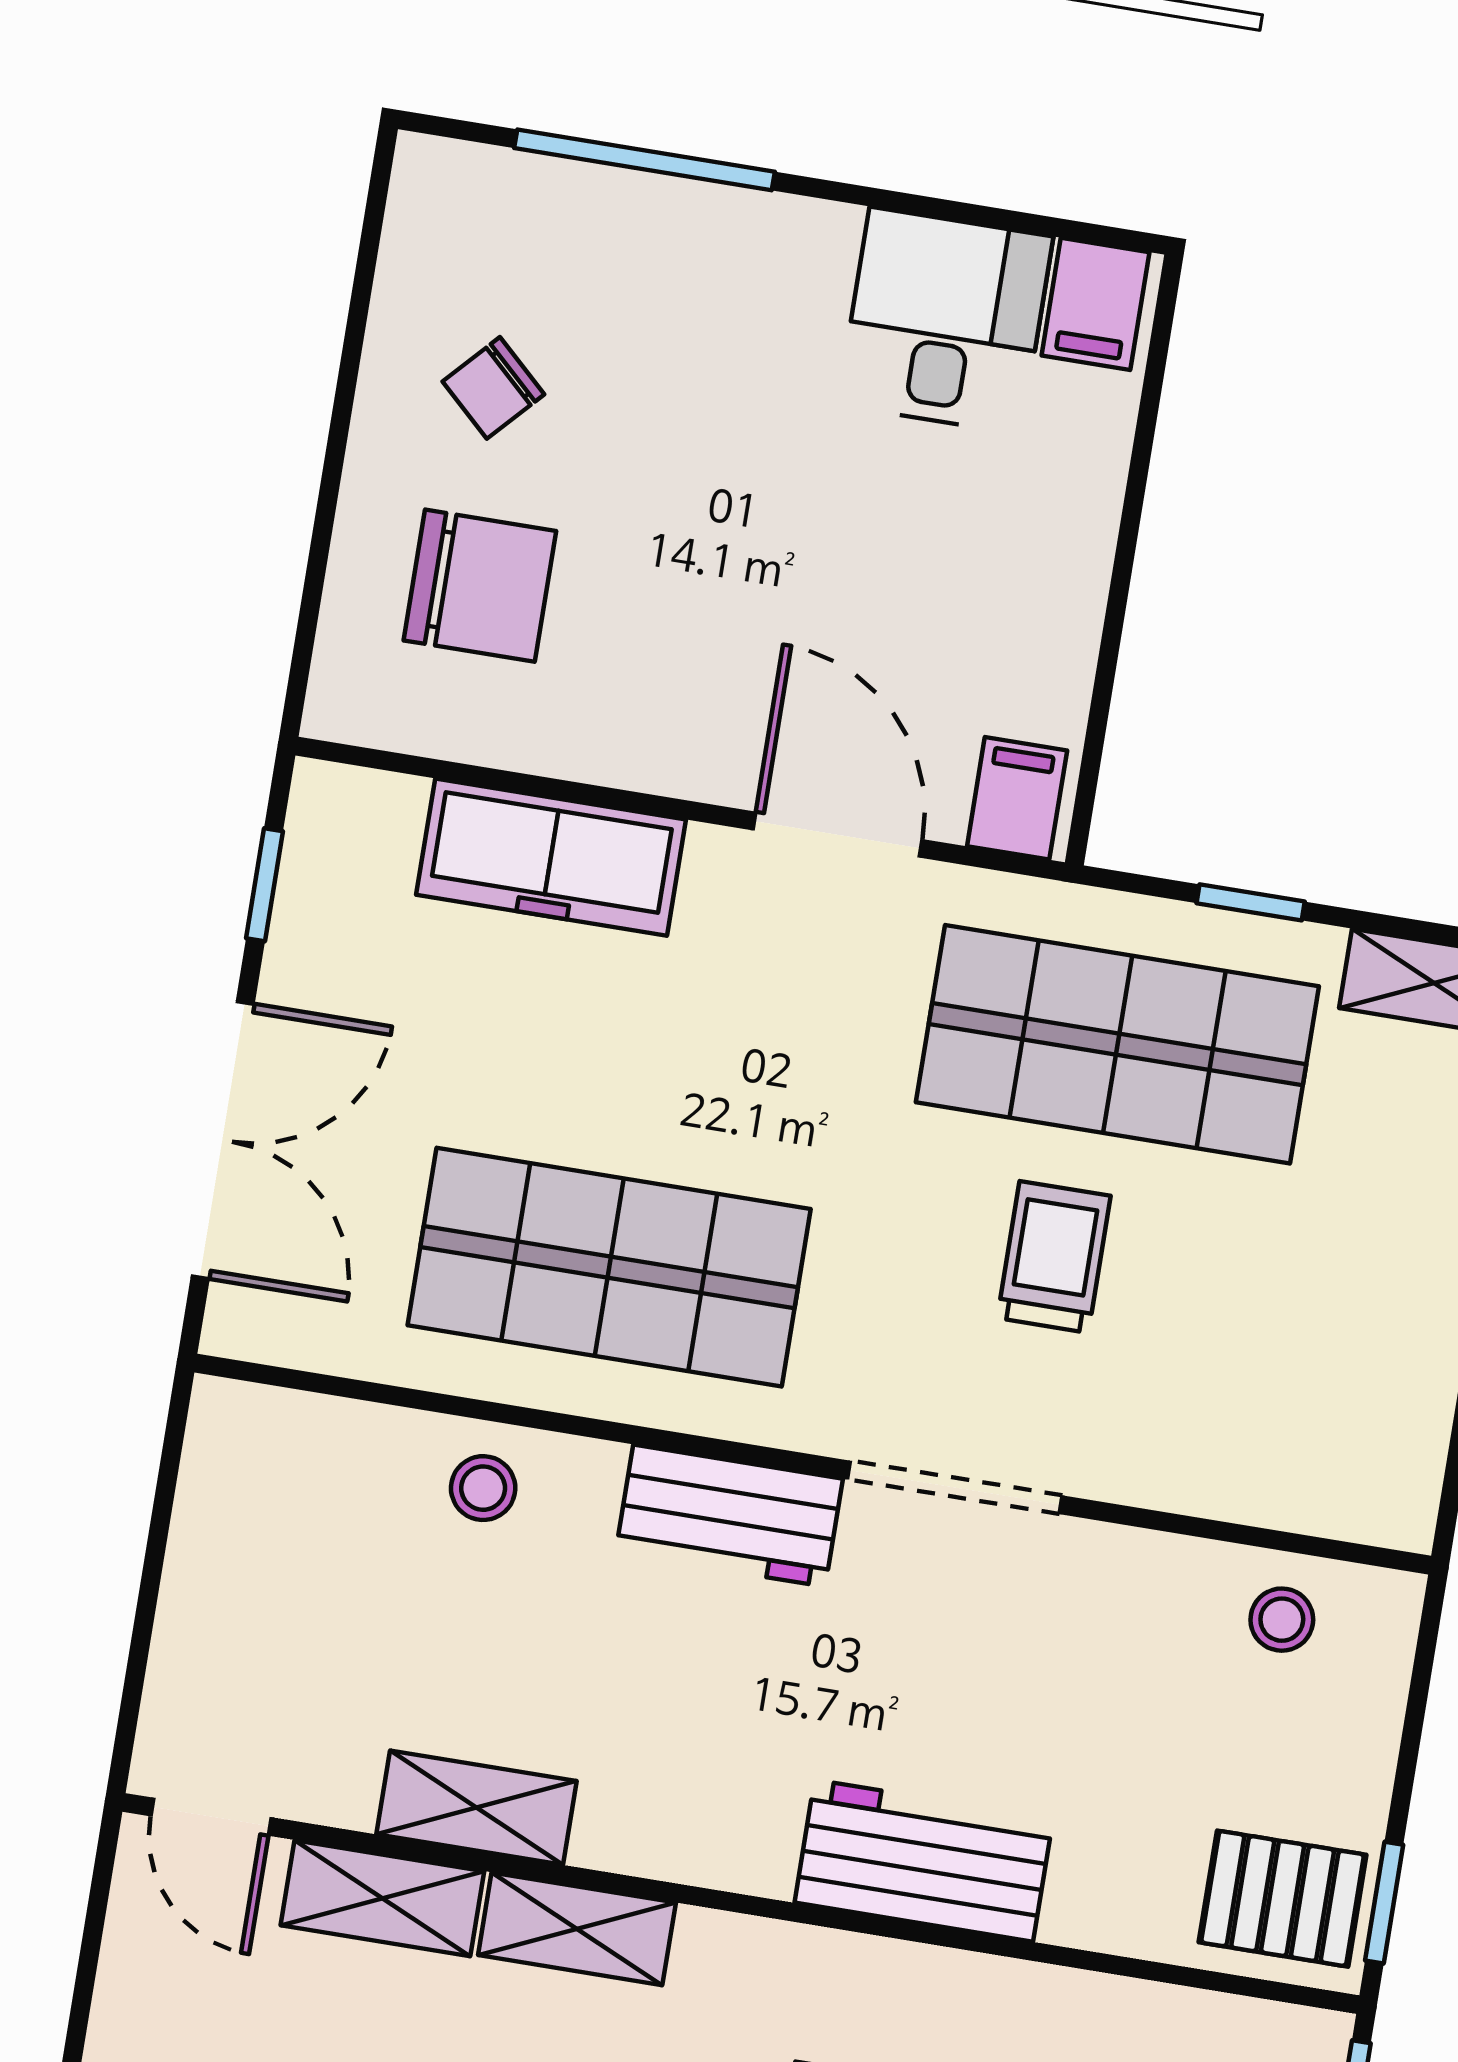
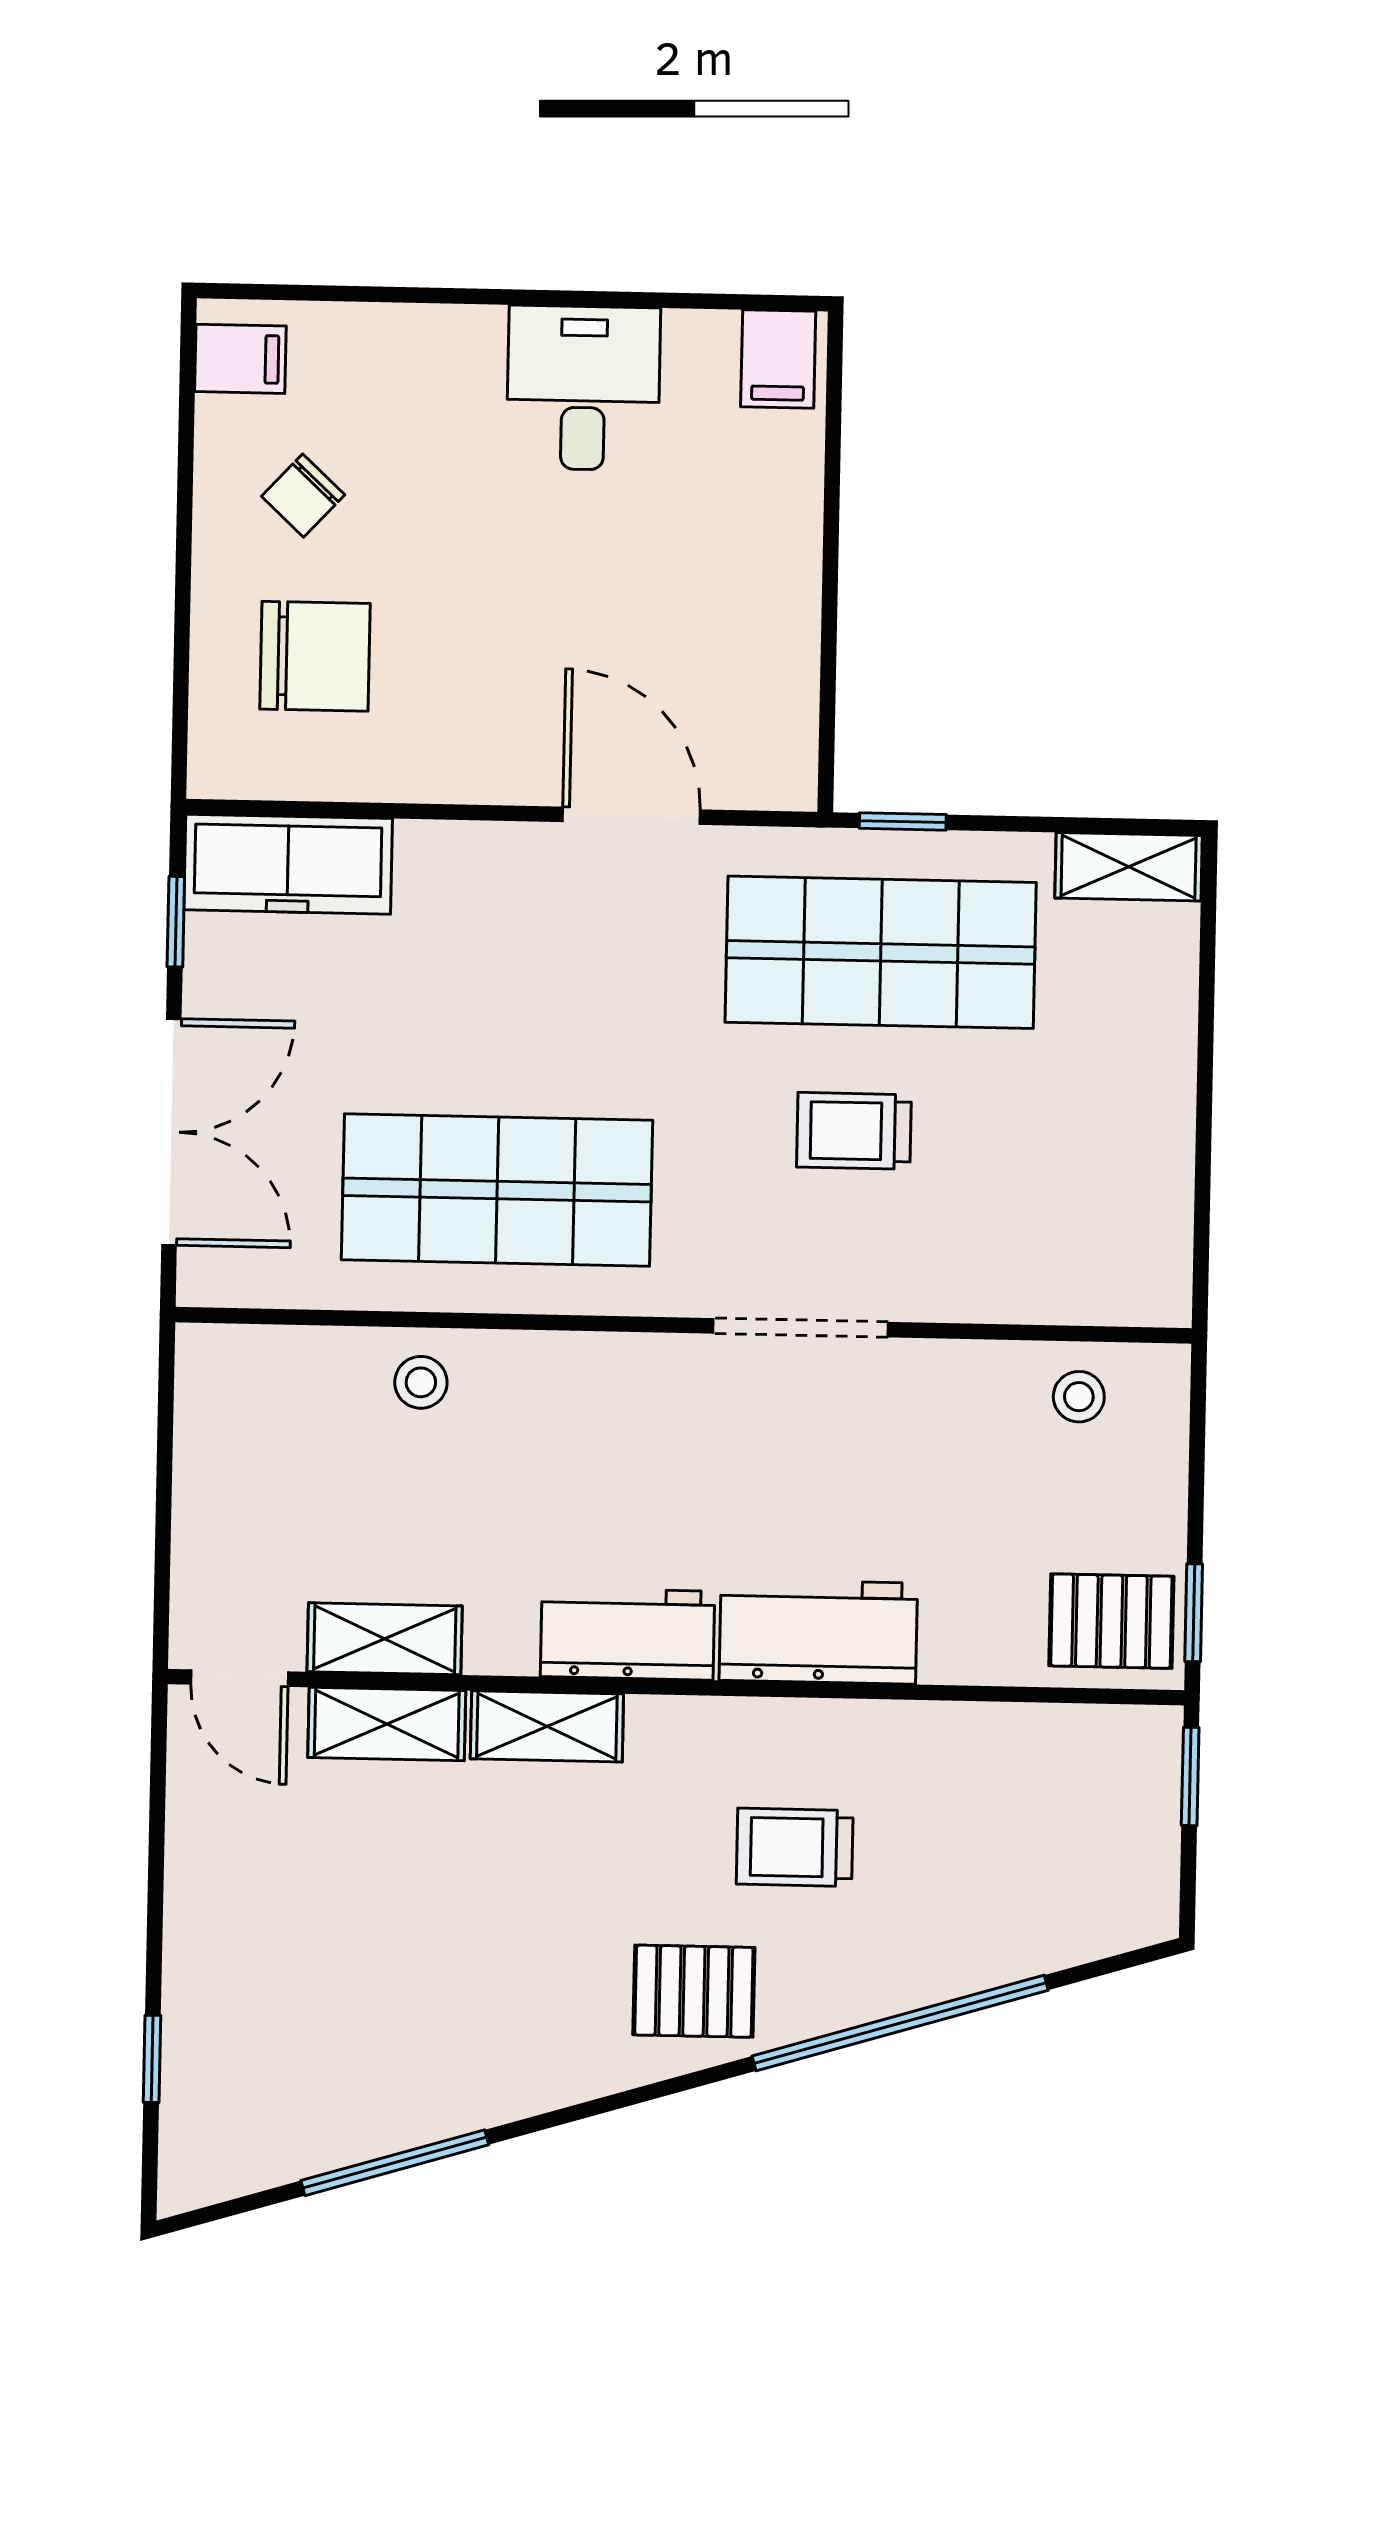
window: (644, 160) -> (399, 295), removed
desk: (945, 321) -> (583, 388), moved
filing cabinet: (1017, 798) -> (240, 359), moved, turned 90
freezer: (551, 857) -> (288, 864), moved
window: (1251, 902) -> (903, 821), moved
trolley: (1054, 1257) -> (854, 1131), turned -90
workbench: (729, 1516) -> (628, 1634), moved, turned 180
shelving: (477, 1808) -> (385, 1639), moved

